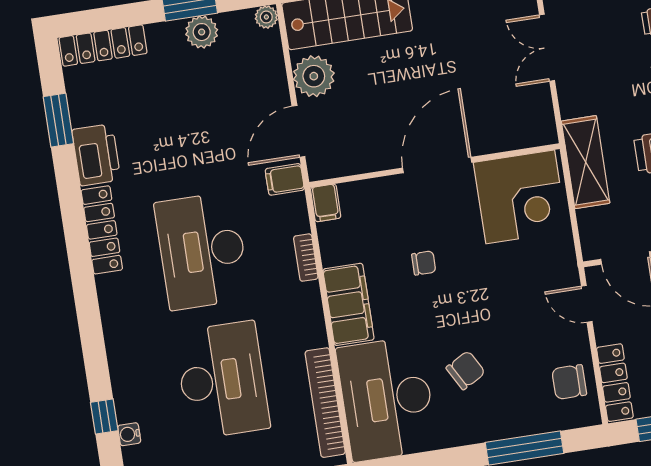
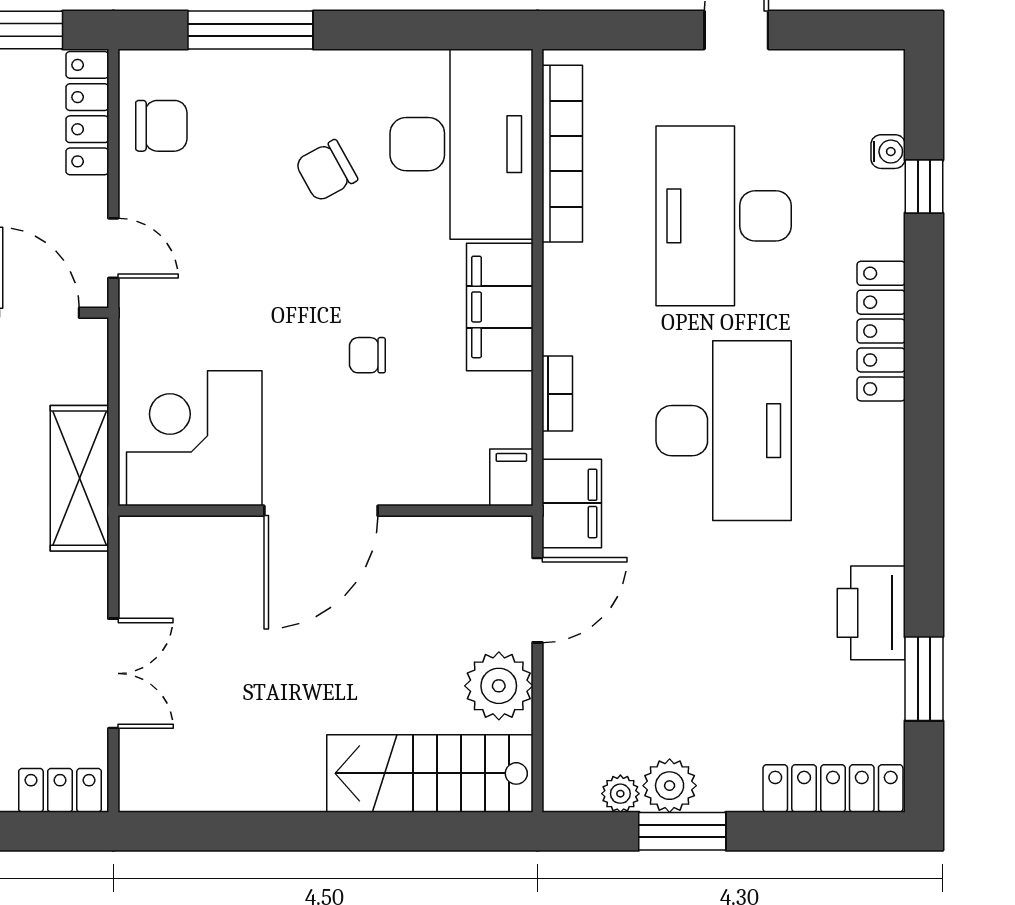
plant: (266, 17) -> (620, 794), moved
filing cabinet: (285, 179) -> (572, 503), width x2.00
locker: (102, 230) -> (881, 331), moved

